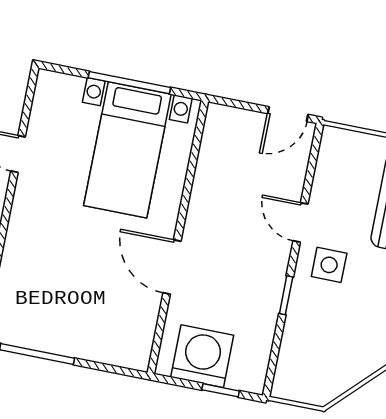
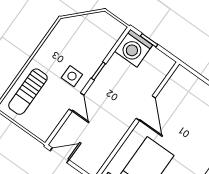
washing machine: (202, 356) -> (134, 48), moved

